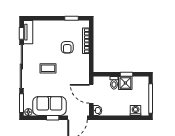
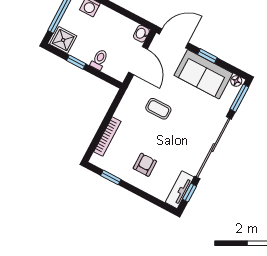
armchair: (67, 47) -> (145, 165), moved
coffee table: (48, 68) -> (158, 109), moved
shower: (125, 83) -> (63, 40), moved

